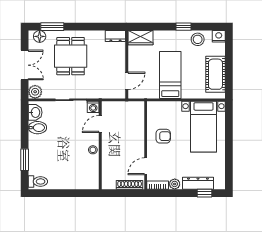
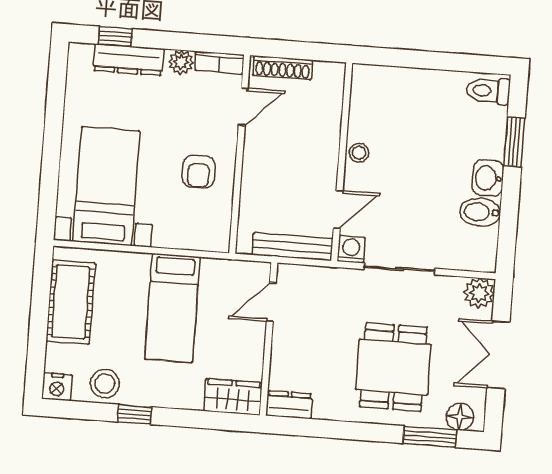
bench: (119, 106) -> (292, 247), added
washbasin: (35, 112) -> (488, 178), moved
armchair: (163, 136) -> (199, 172), turned -90

